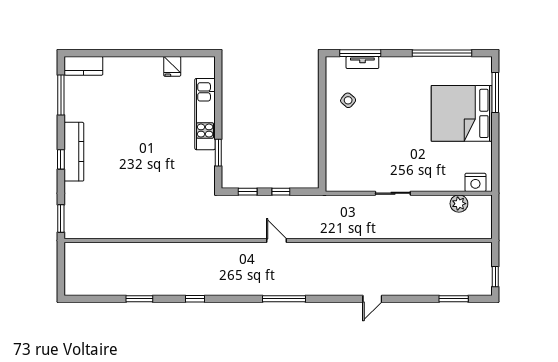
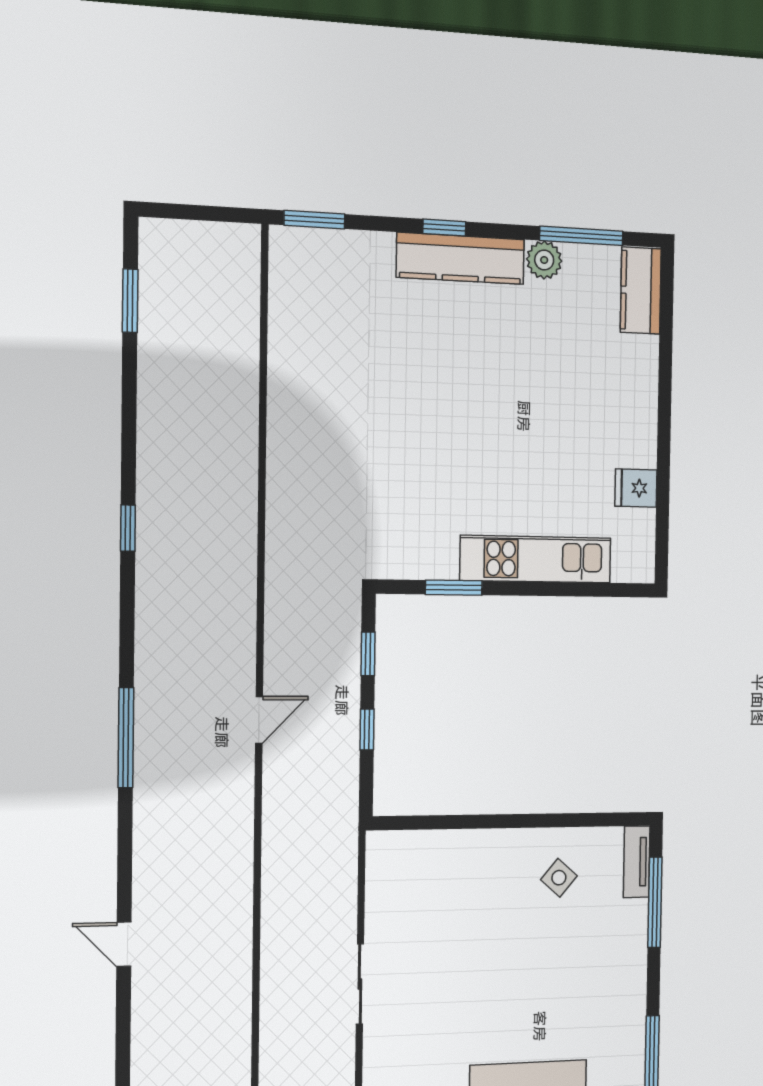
tv unit: (362, 63) -> (637, 862), moved
plant: (72, 112) -> (544, 260), added
window: (139, 299) -> (130, 301), moved

